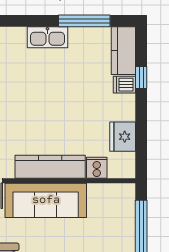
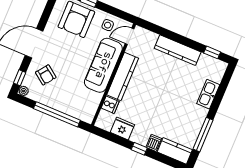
kitchen sink: (47, 37) -> (208, 94), moved
window: (141, 78) -> (139, 149), moved

